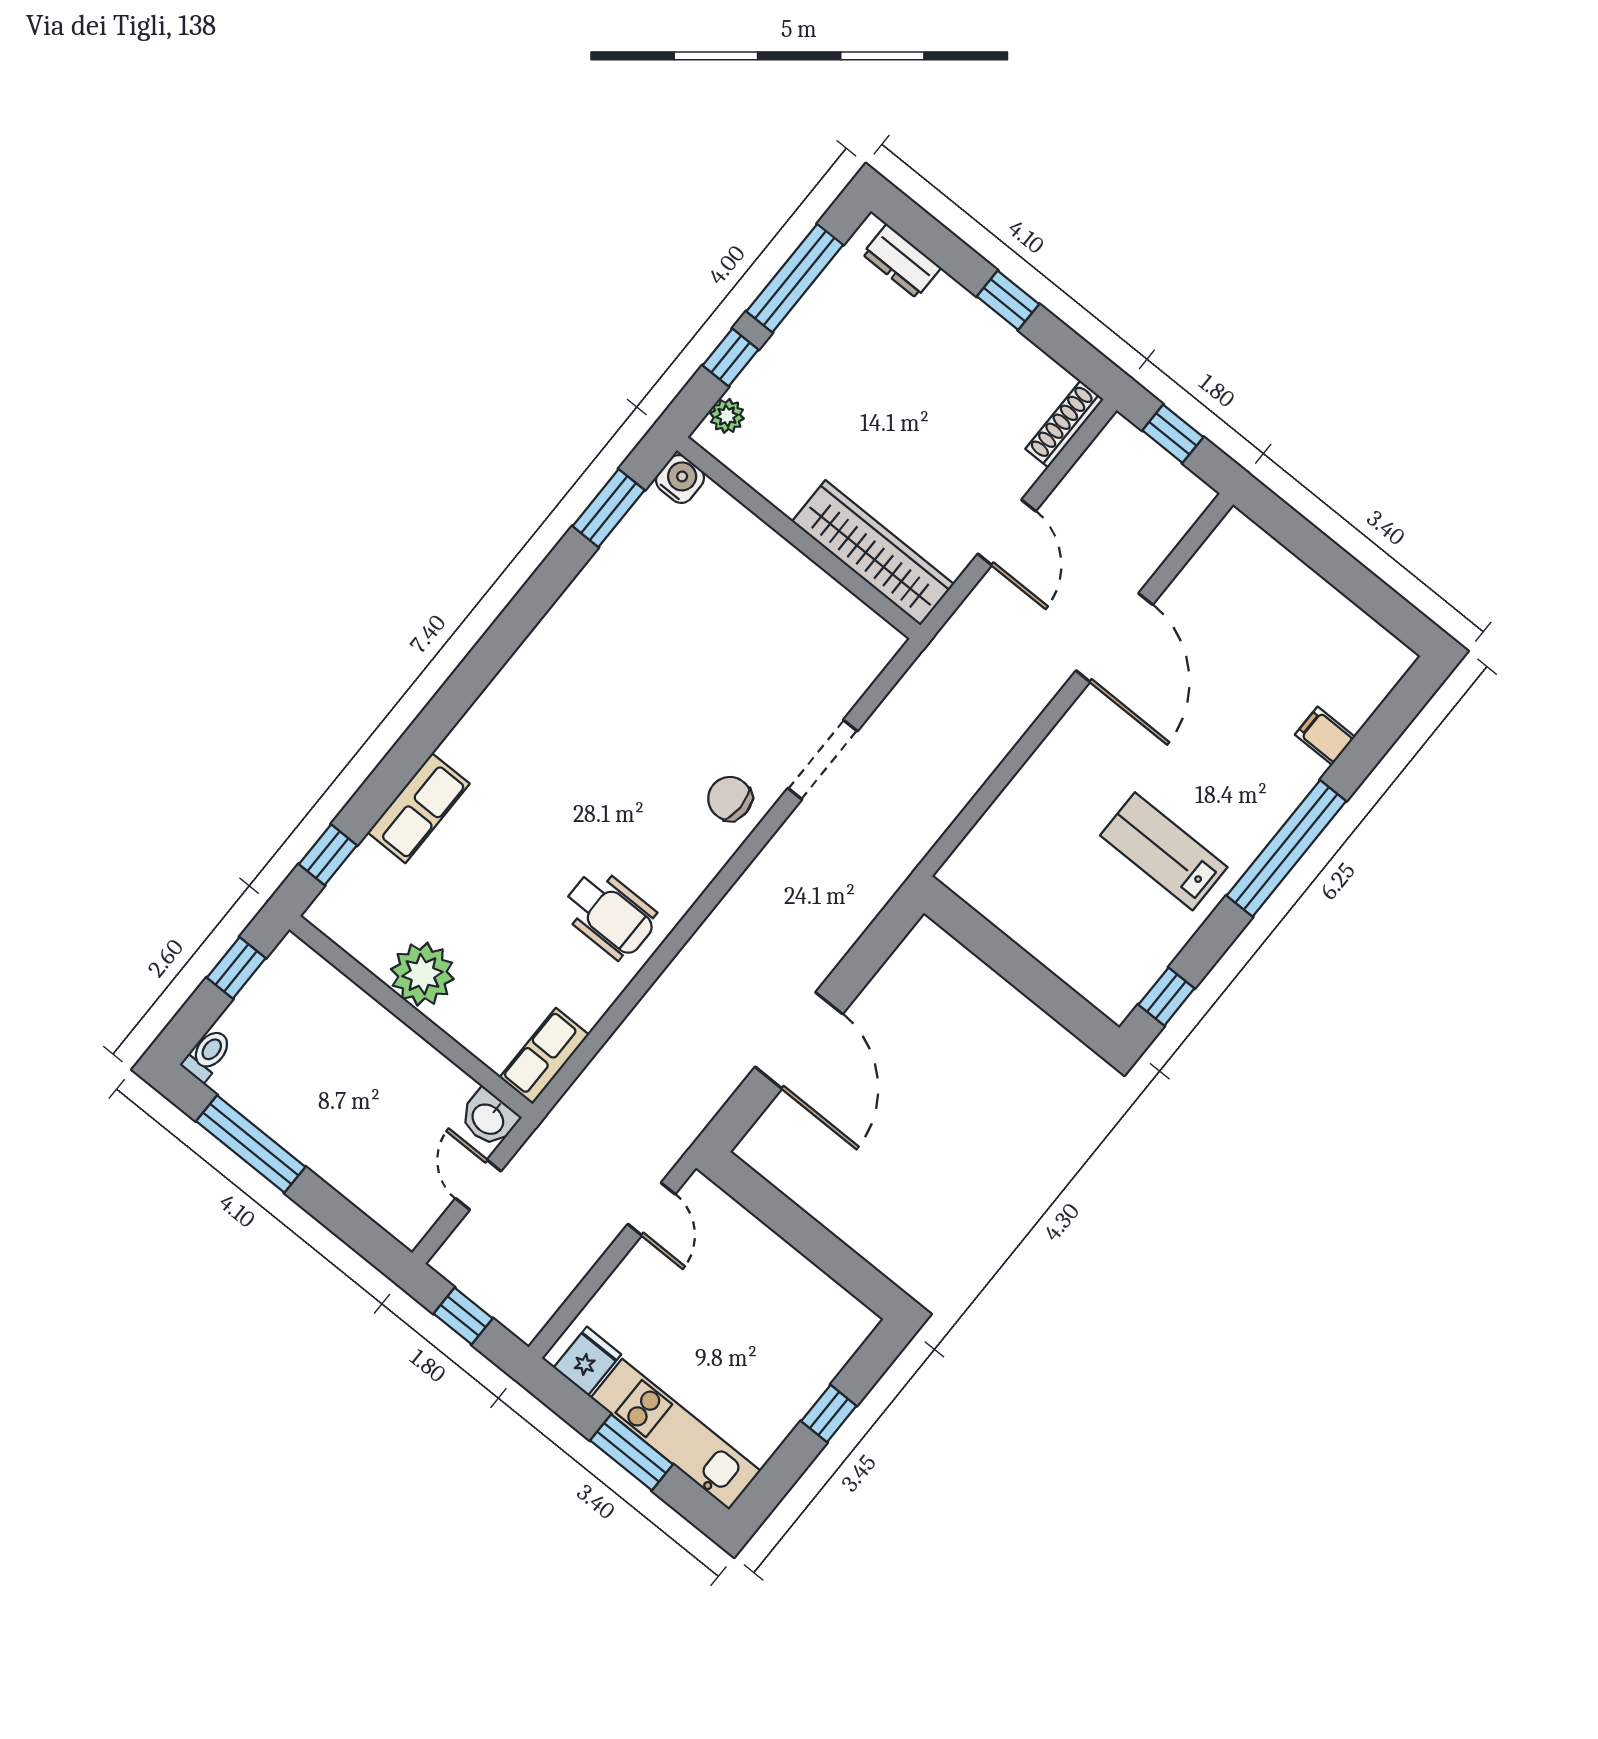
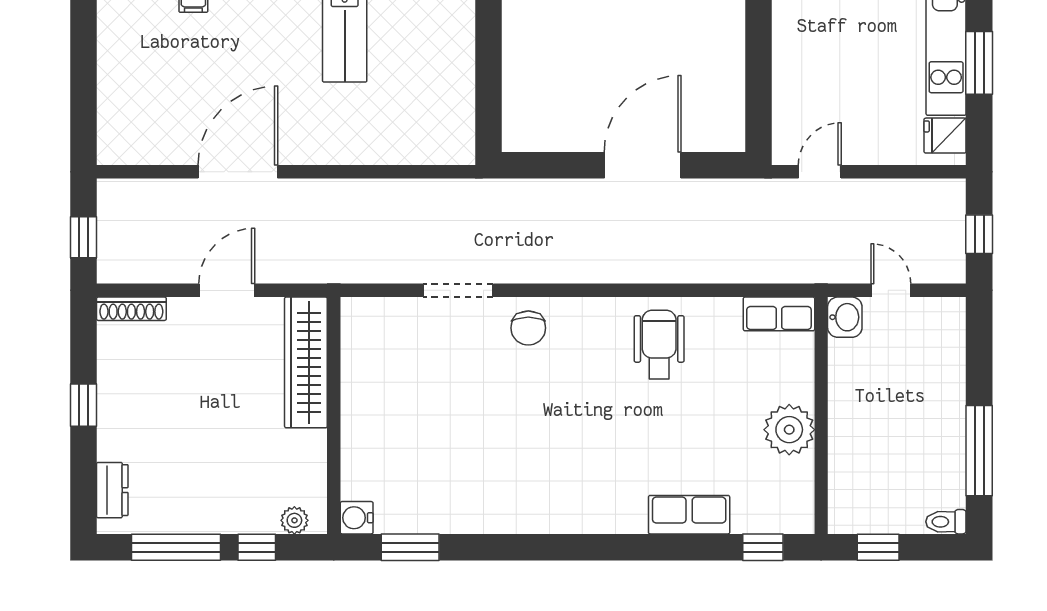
door: (478, 1185) -> (891, 290), swing flipped

